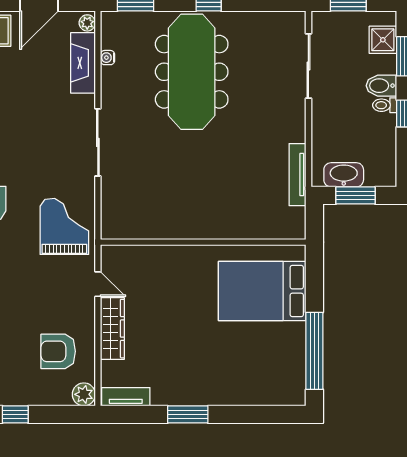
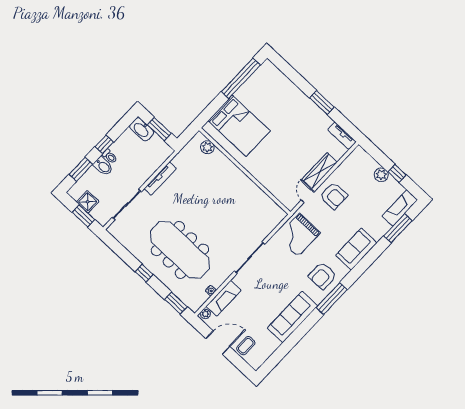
shower: (383, 40) -> (88, 202), moved
meeting table: (192, 72) -> (180, 250), turned 90
tv unit: (298, 175) -> (160, 179), moved
washbasin: (344, 175) -> (142, 129), moved
plant: (276, 228) -> (207, 147), added
armchair: (58, 351) -> (334, 196), moved
plant: (84, 394) -> (381, 175), moved

